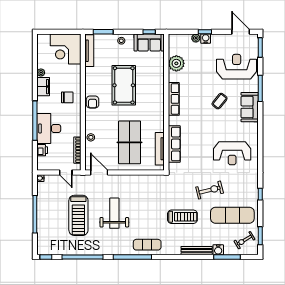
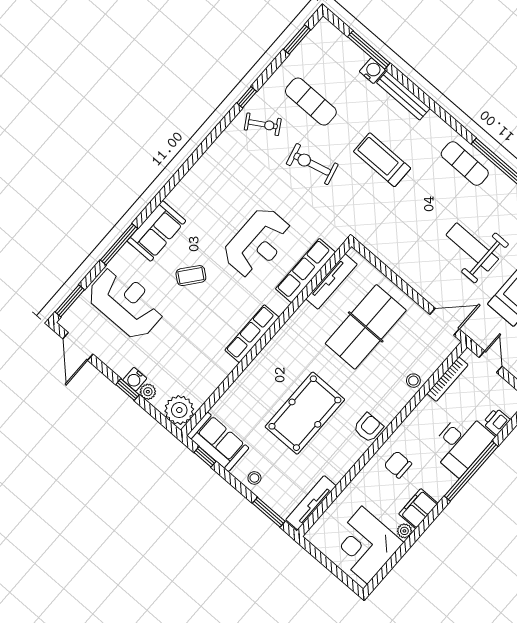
corner desk: (66, 49) -> (365, 545), moved, turned 180
plant: (176, 63) -> (179, 410), moved
reception desk: (237, 67) -> (126, 303), turned 180
reception desk: (232, 153) -> (258, 243), moved, turned 90
door: (99, 173) -> (444, 322), swing flipped
weight bench: (114, 213) -> (472, 247), turned 90
exercise mat: (232, 215) -> (311, 102), width x0.73, depth x0.69
exercise bike: (244, 240) -> (263, 124), moved

